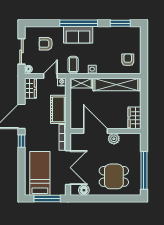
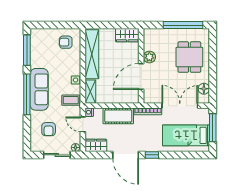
window: (120, 23) -> (27, 50), width x1.44
sofa: (78, 35) -> (39, 89), width x1.36

